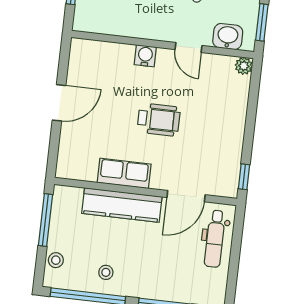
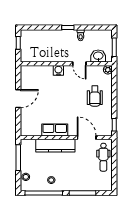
wheelchair: (159, 120) -> (95, 96), moved, turned 90
door: (186, 196) -> (87, 138), swing flipped

